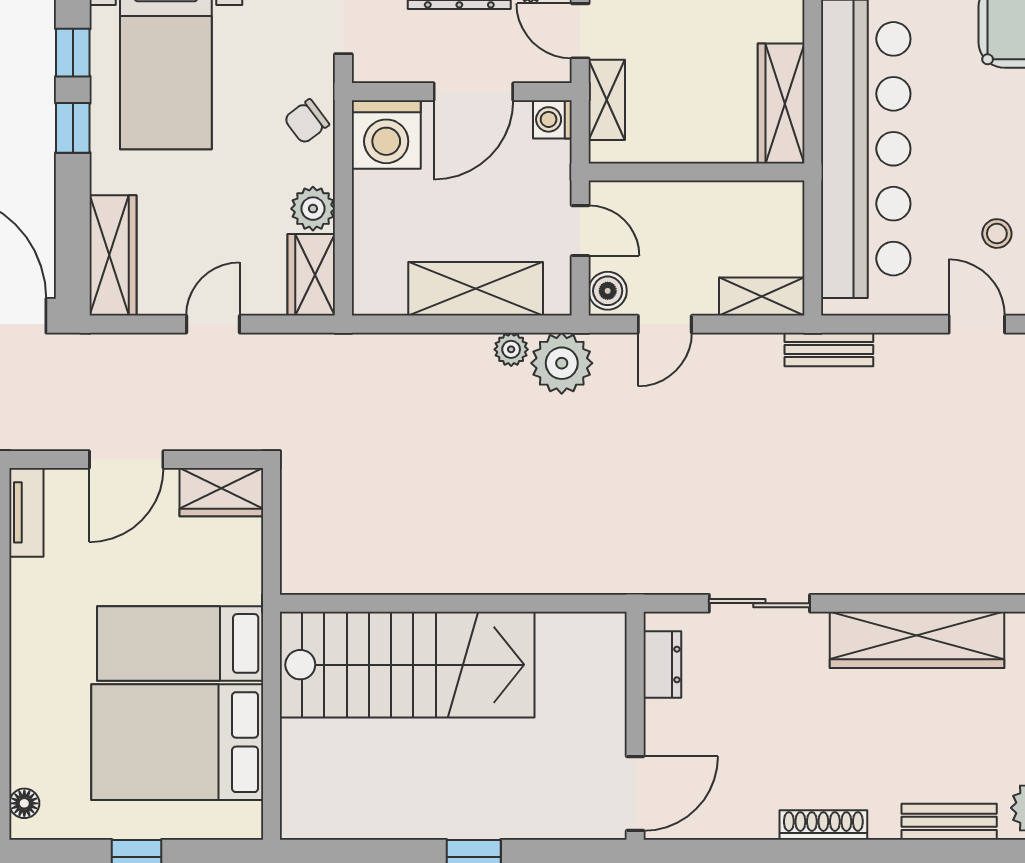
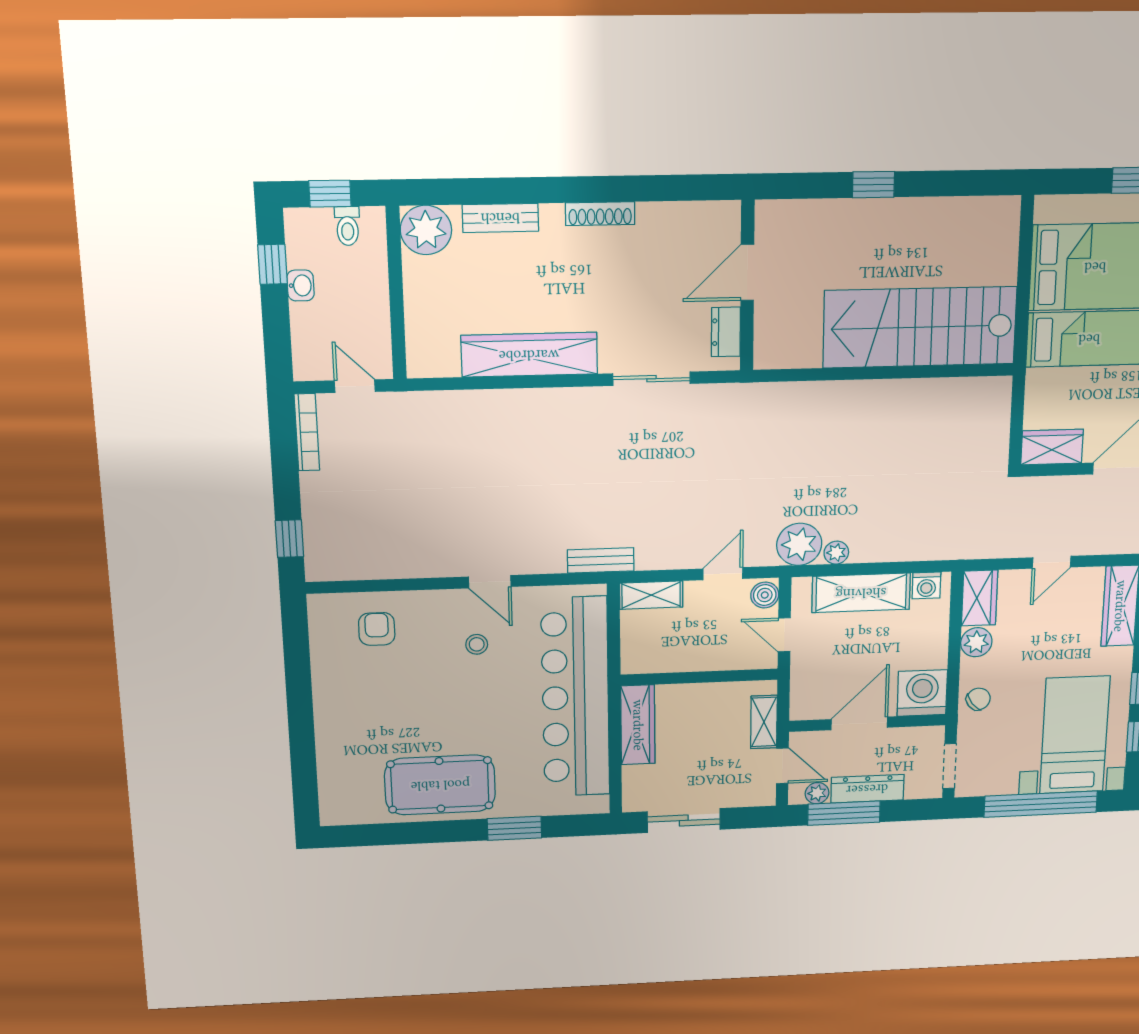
washing machine: (552, 119) -> (926, 585), moved, turned 90
door: (635, 793) -> (747, 272), moved

